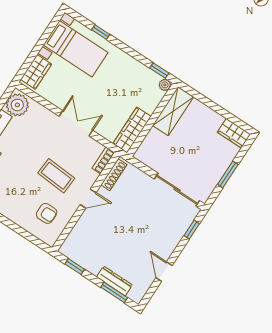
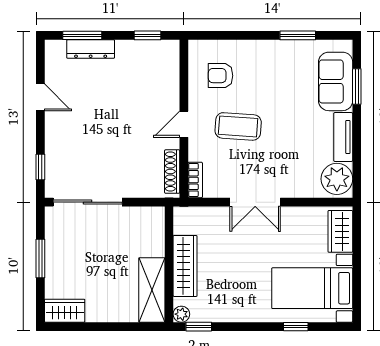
wardrobe: (132, 130) -> (185, 266), moved

